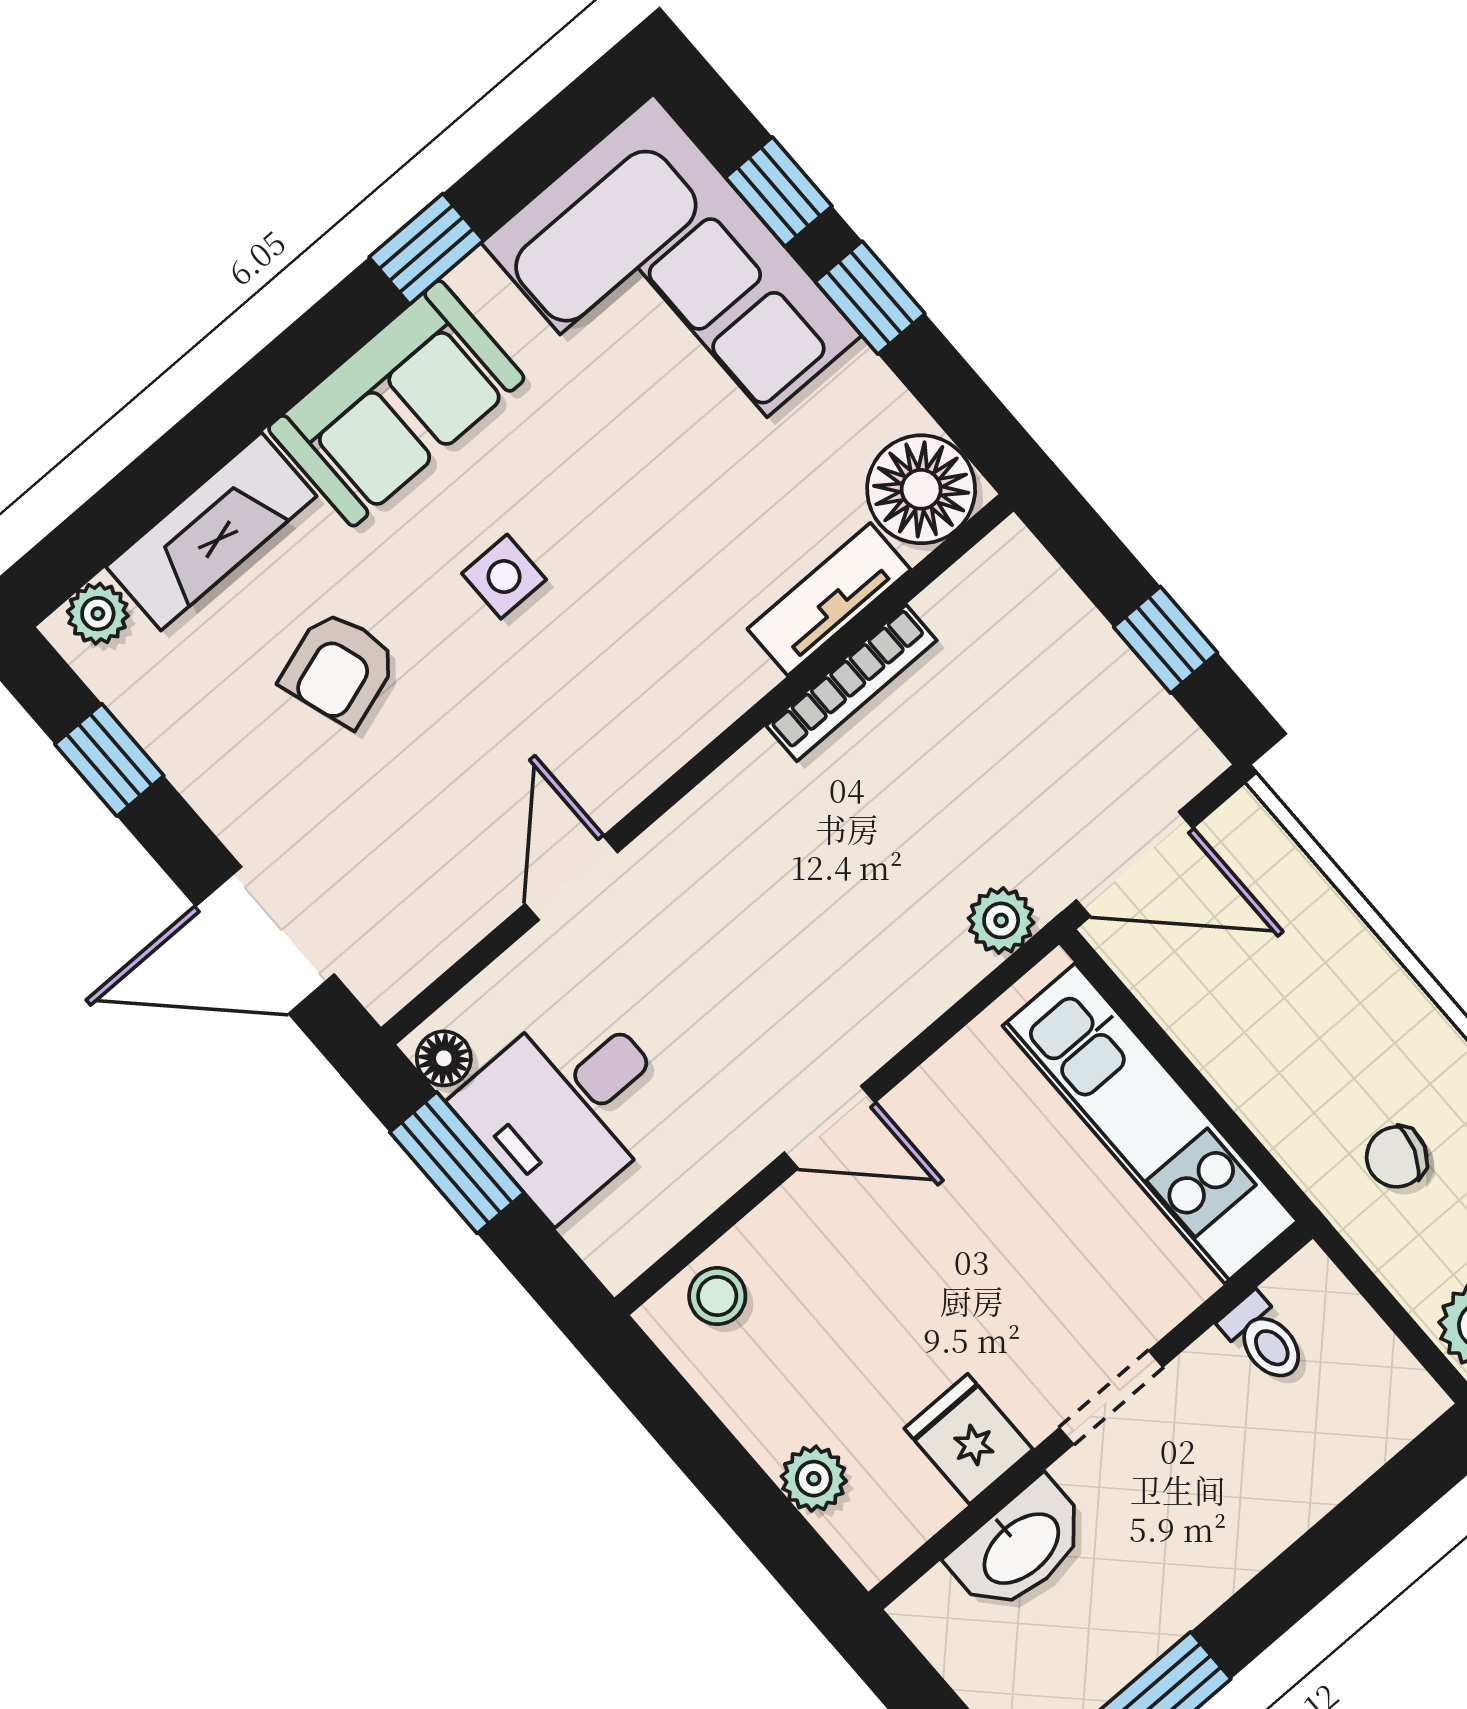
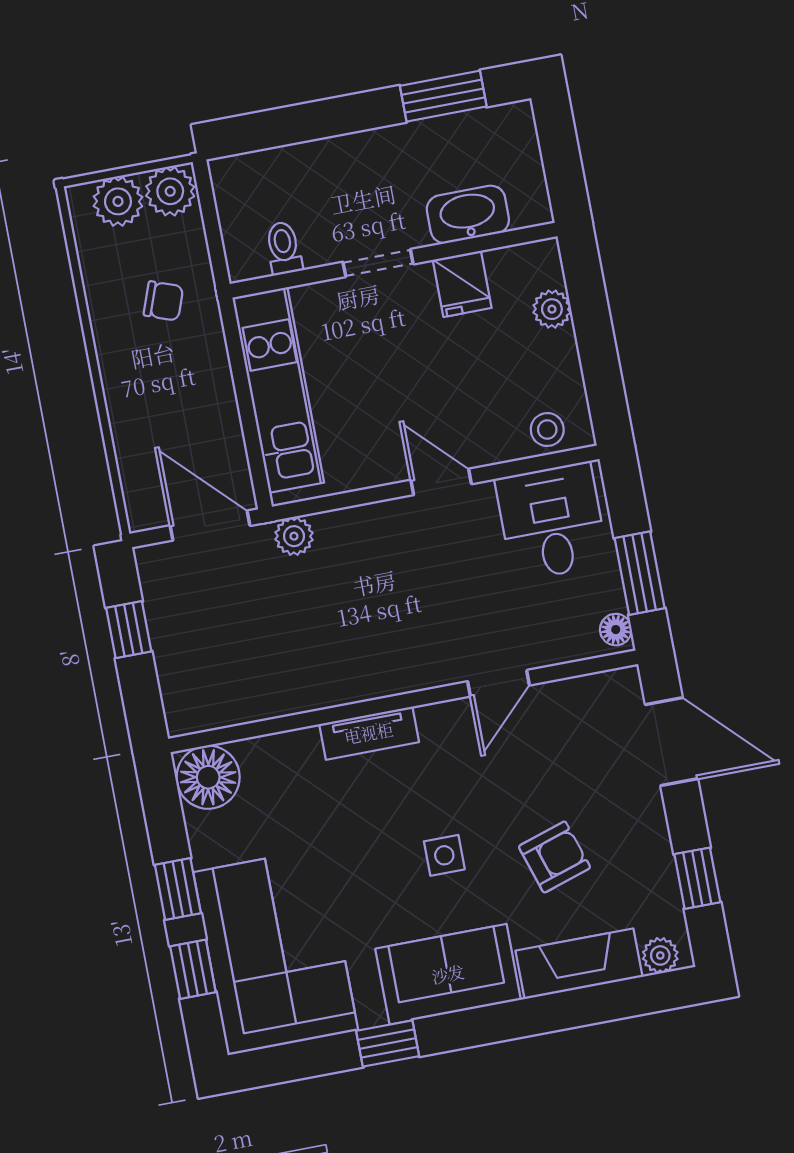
tv unit: (829, 599) -> (369, 733), moved
bookcase: (851, 683) -> (300, 700), removed
desk: (568, 1106) -> (552, 522), moved, turned -90

